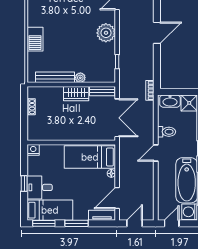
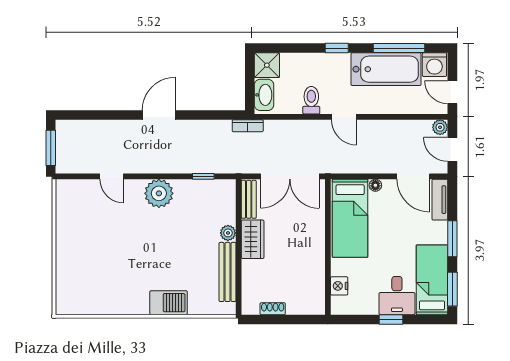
door: (157, 33) -> (159, 115), hinge flipped
double door: (117, 118) -> (290, 176), swing flipped
nightstand: (33, 150) -> (339, 286), moved
plant: (149, 215) -> (440, 127), added

